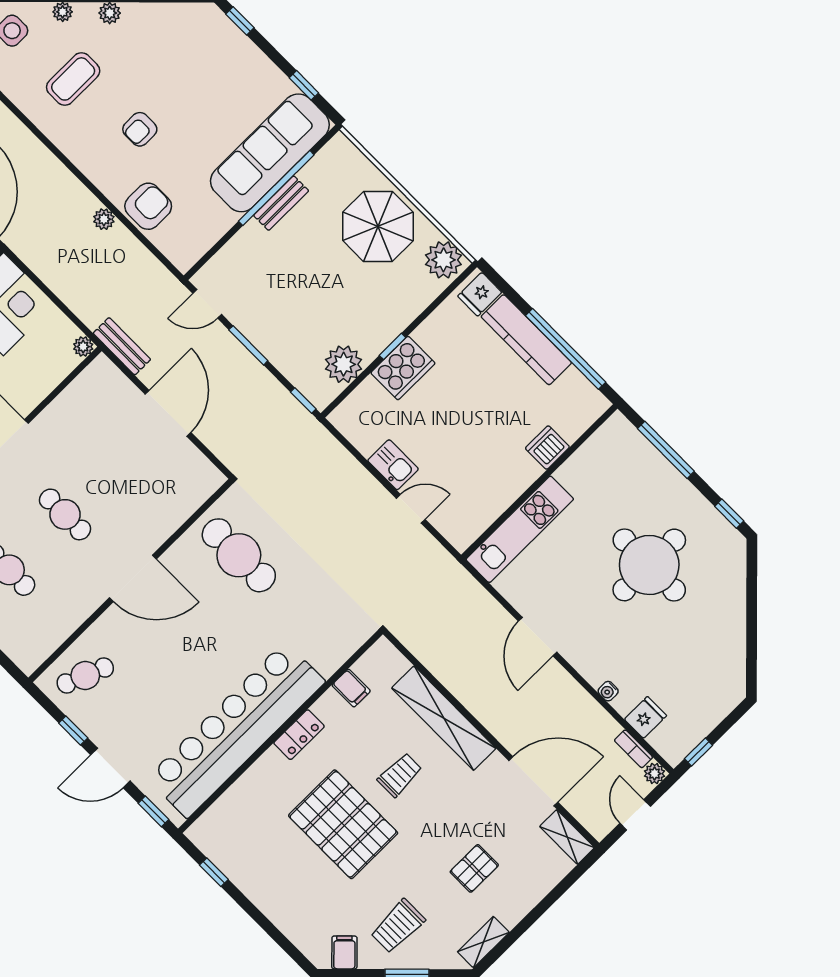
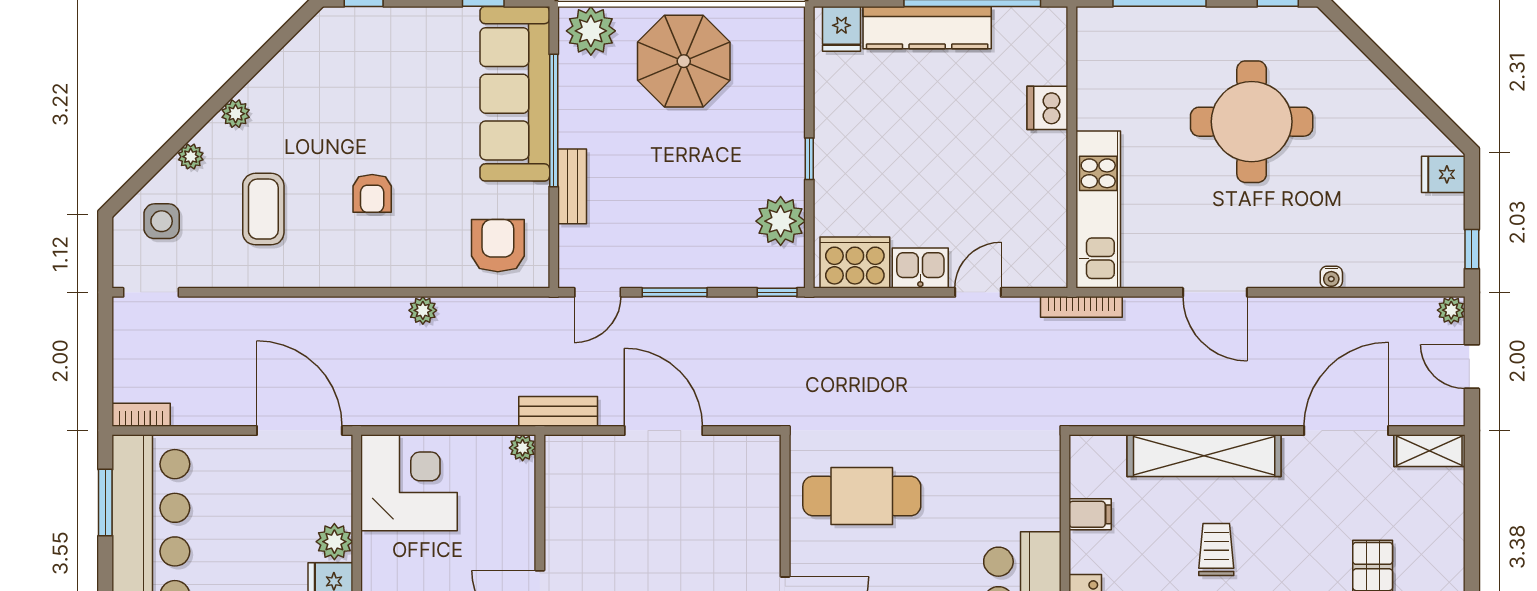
bench: (281, 203) -> (572, 186), moved
armchair: (148, 206) -> (498, 246), moved
plant: (443, 260) -> (591, 31), moved
cooker: (403, 368) -> (855, 262), moved, turned -90
fridge: (645, 717) -> (1443, 174), moved, turned -90
bookcase: (633, 749) -> (1081, 307), moved, width x1.56

